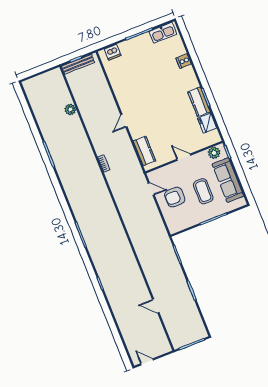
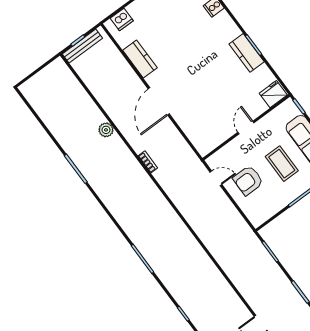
plant: (70, 109) -> (106, 130), moved
door: (124, 121) -> (159, 101), width x1.87
fridge: (207, 123) -> (273, 94), moved, turned 90
kitchen counter: (144, 151) -> (140, 59), moved
plant: (214, 153) -> (283, 112), removed
door: (184, 157) -> (246, 128), hinge flipped

